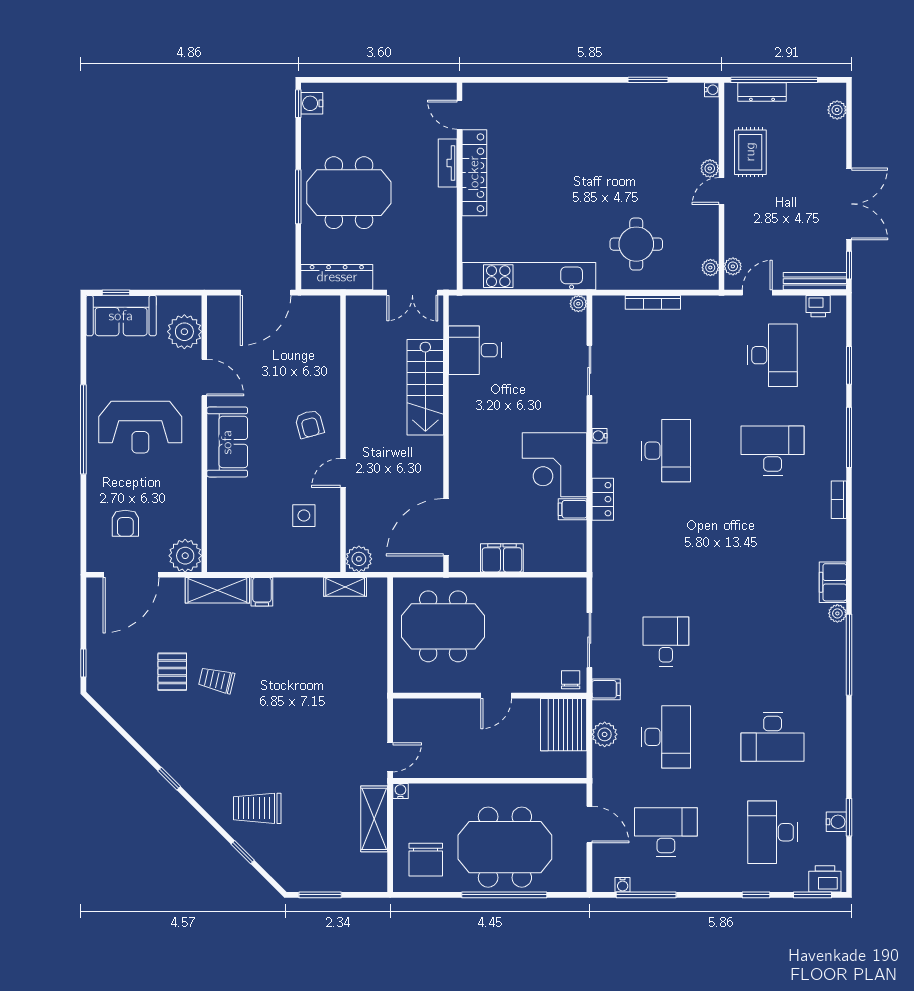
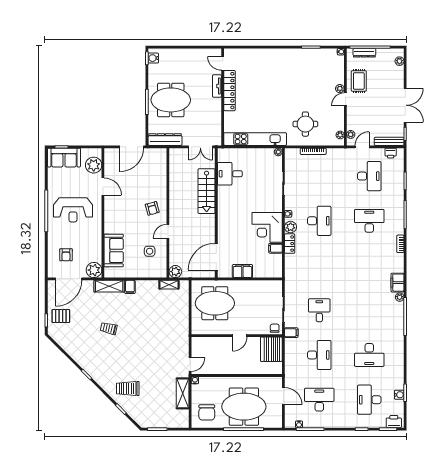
sofa: (227, 442) -> (114, 251), moved
pallet: (172, 672) -> (61, 316), moved, turned 90
plant: (605, 734) -> (291, 227), moved

